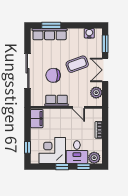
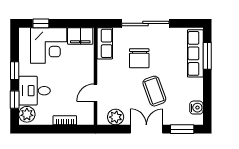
chair: (53, 75) -> (139, 58), turned 180
row of seats: (56, 101) -> (105, 43), moved
corner desk: (52, 150) -> (49, 46), moved, turned 90

